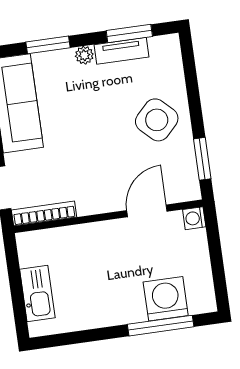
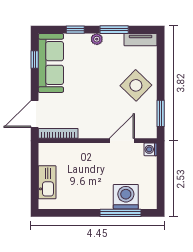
window: (129, 34) -> (114, 30), moved
window: (48, 45) -> (75, 30), width x0.67
tv unit: (121, 51) -> (141, 40), moved

